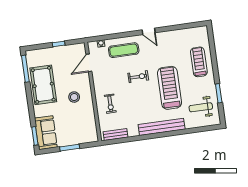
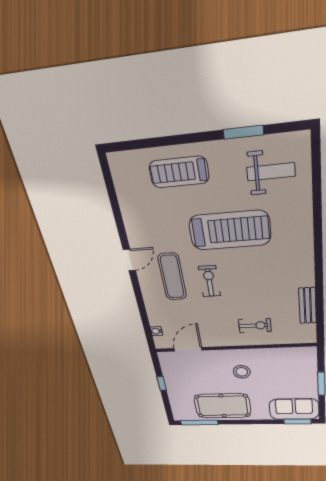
exercise mat: (124, 50) -> (172, 277), moved
door: (89, 63) -> (188, 349), swing flipped
treadmill: (170, 88) -> (230, 230), turned 180
weight bench: (201, 107) -> (271, 172), turned -90
bench: (162, 127) -> (303, 248), removed
bench: (116, 134) -> (308, 306), moved

